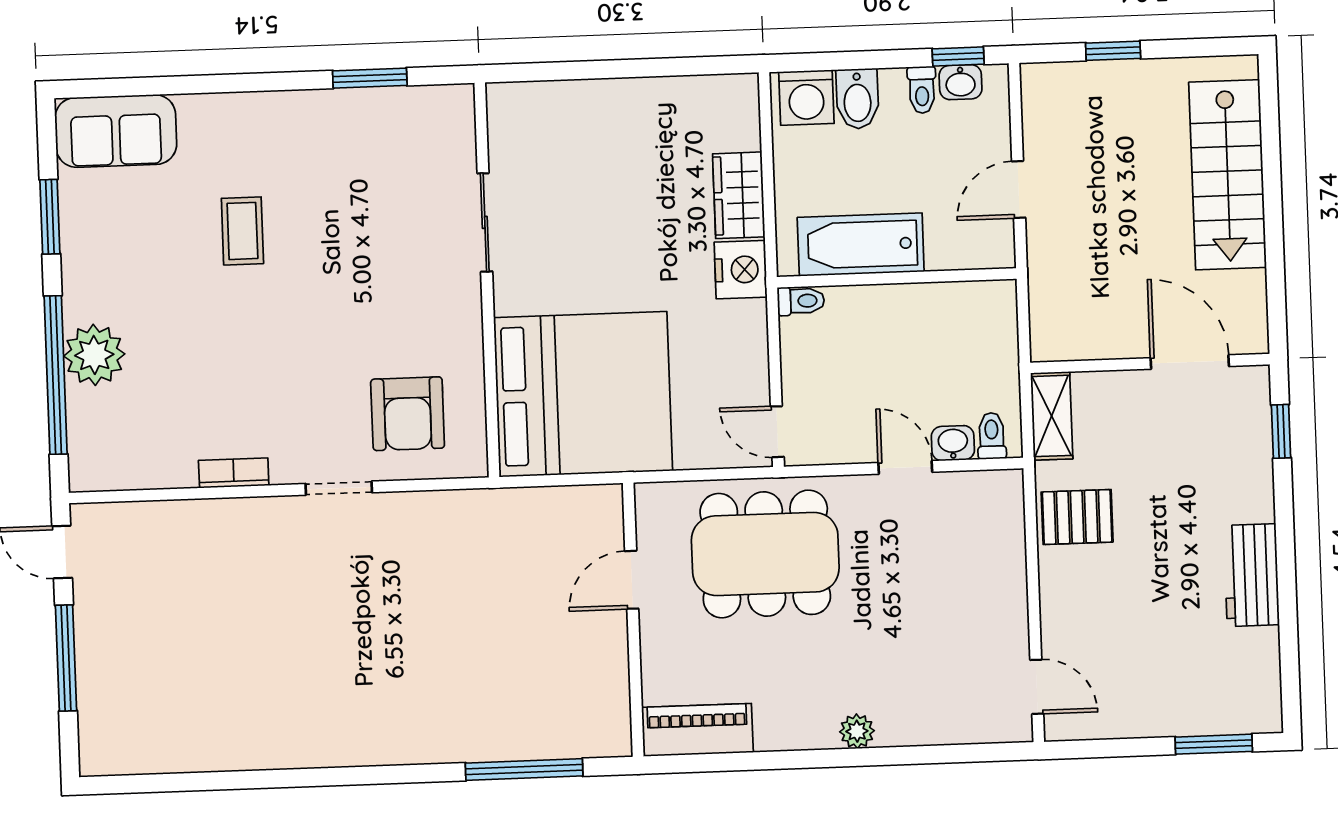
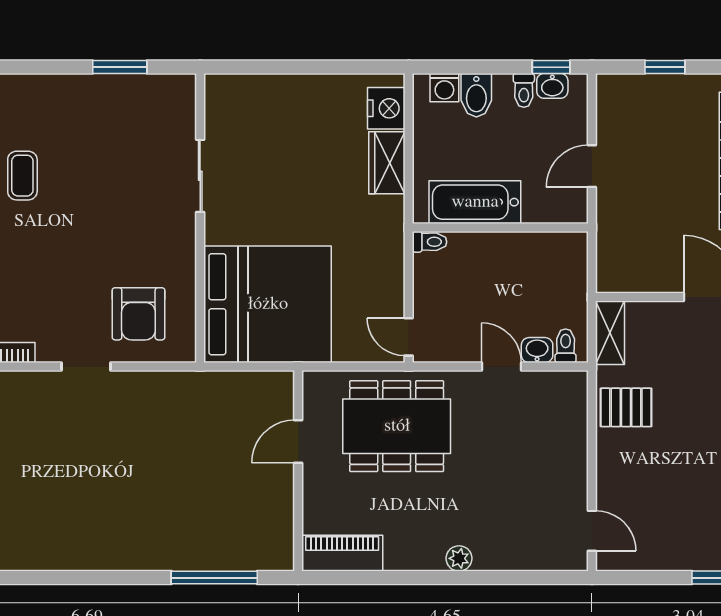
washing machine: (806, 98) -> (444, 88), width x0.73, depth x0.73
nightstand: (741, 270) -> (386, 108), moved

